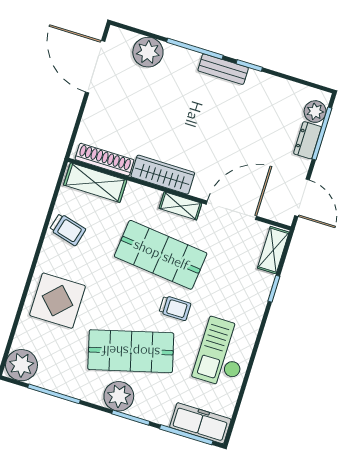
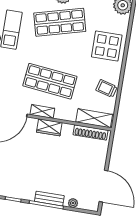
plant: (148, 52) -> (73, 203), width x0.53, depth x0.53
bench: (223, 69) -> (49, 199), moved
wardrobe: (163, 175) -> (49, 127), width x0.67
trolley: (175, 308) -> (37, 51), removed

